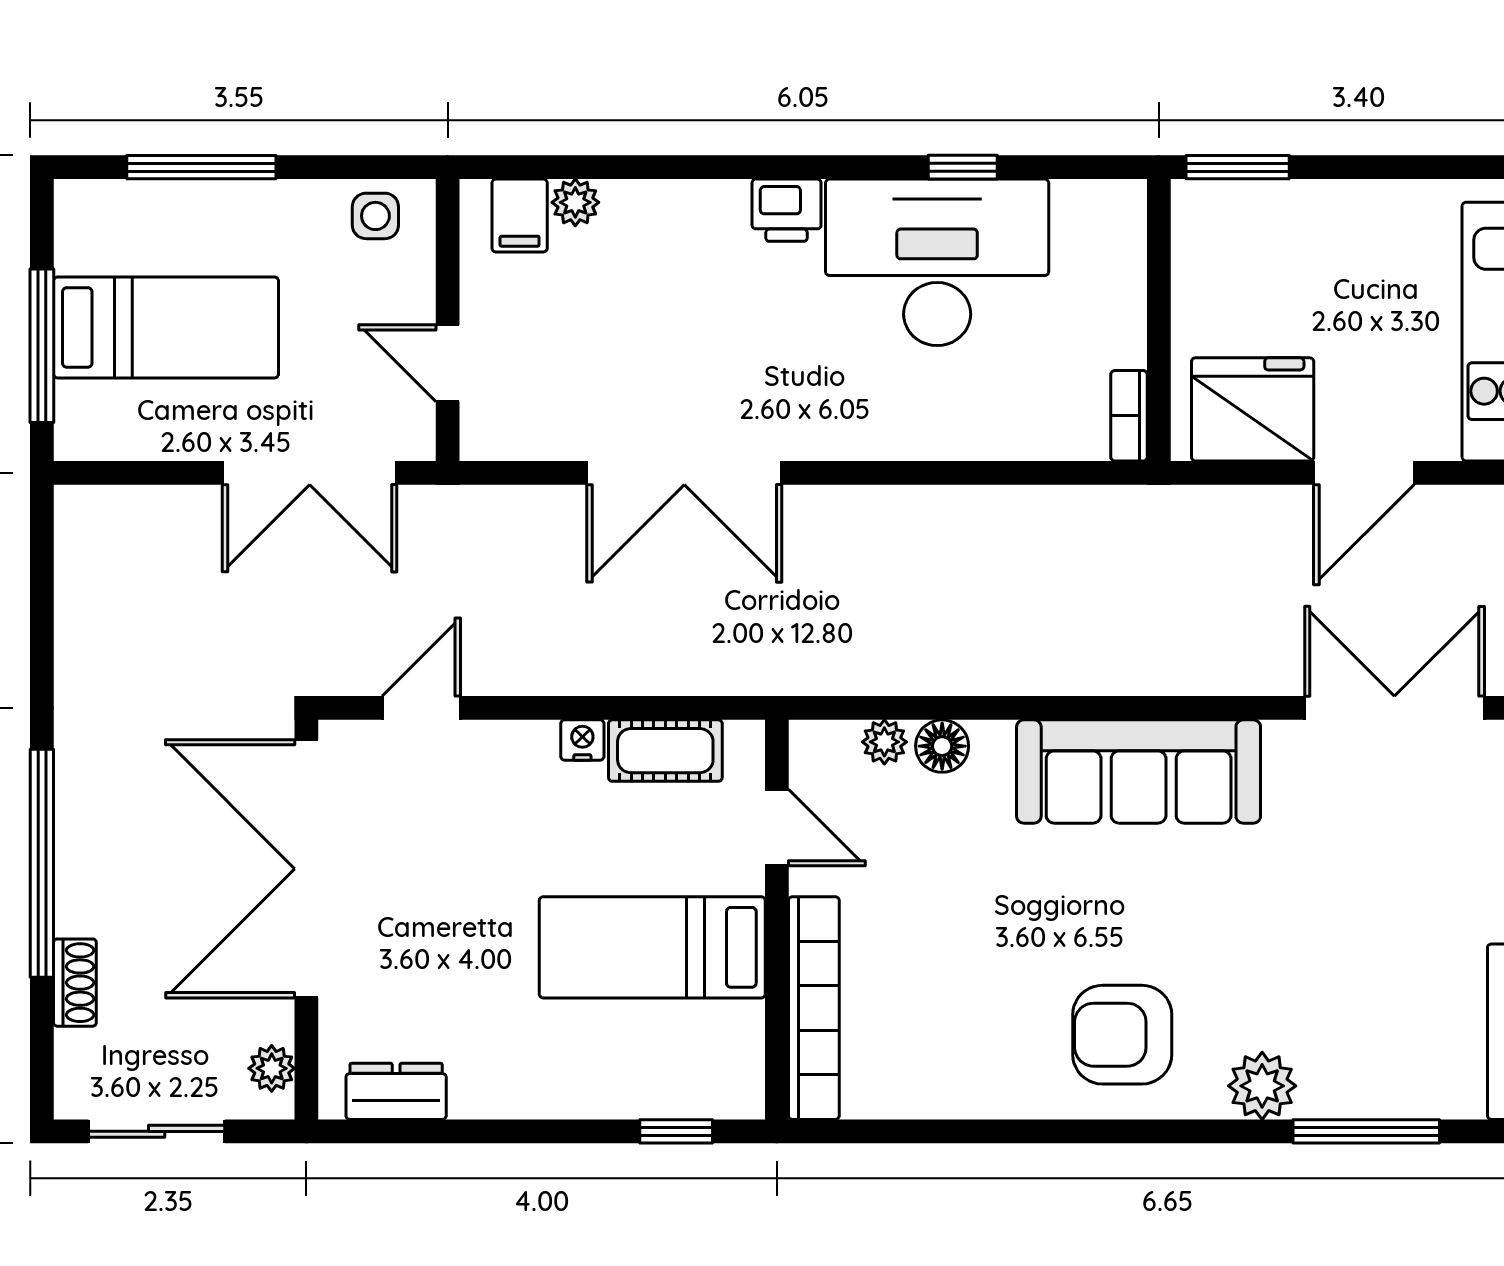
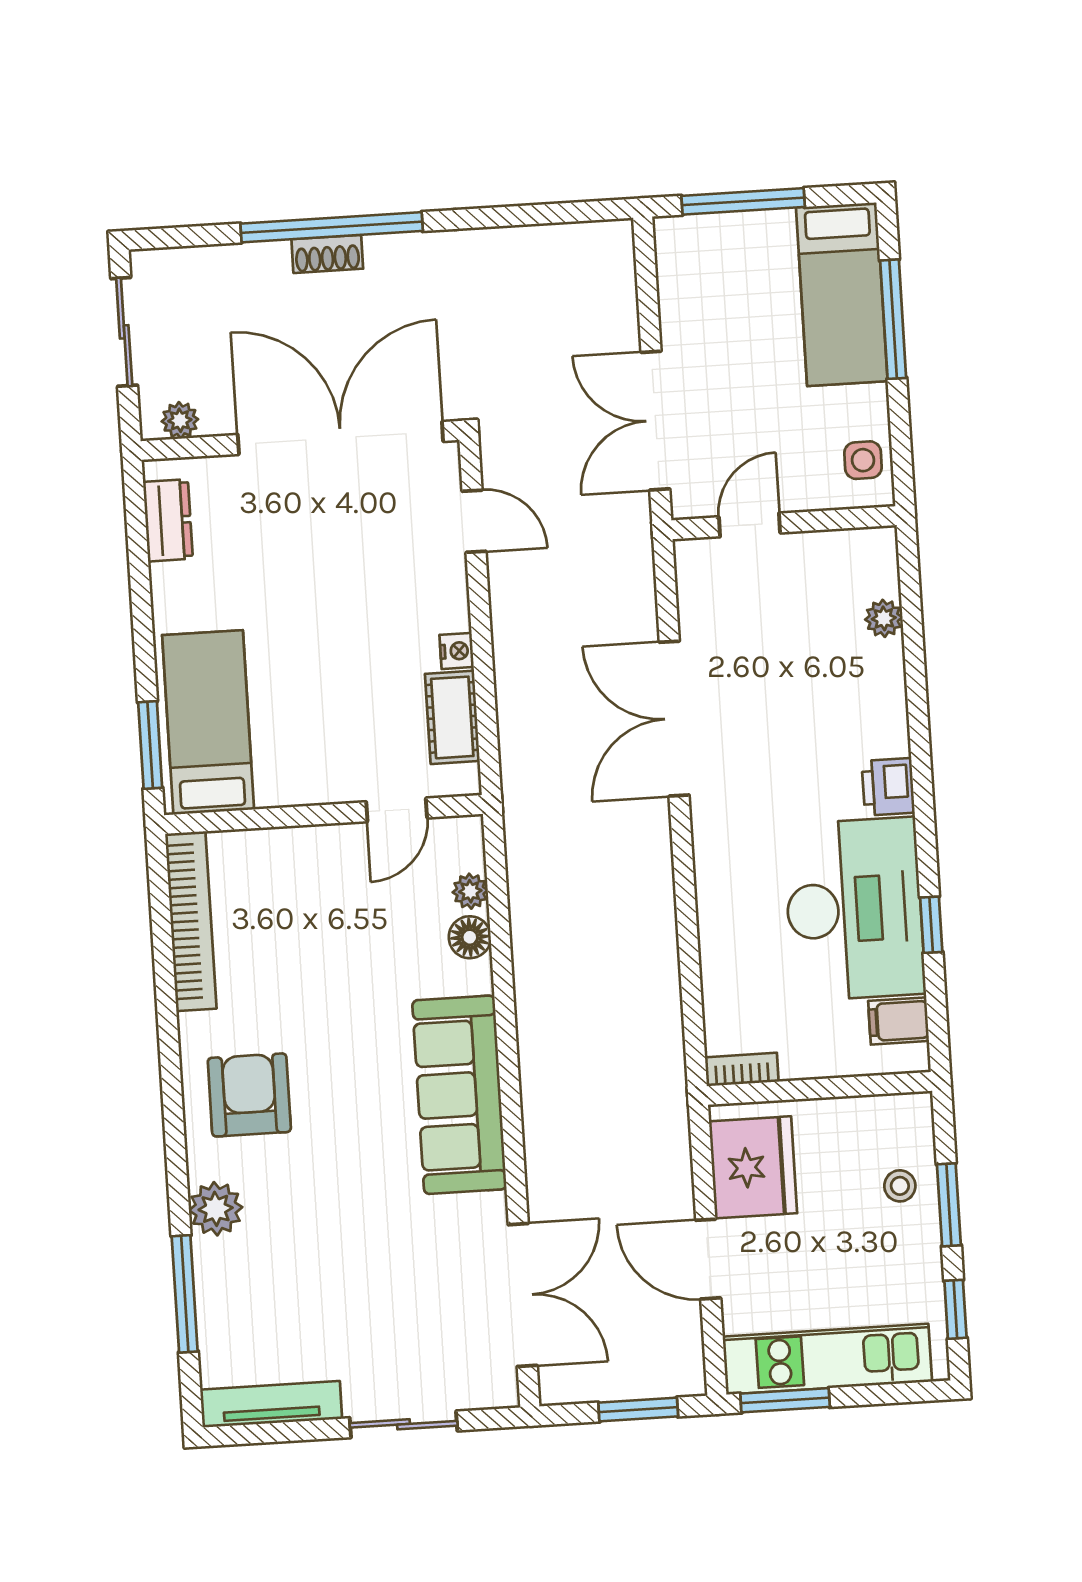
window: (1238, 167) -> (949, 1205), moved
window: (1446, 167) -> (955, 1309), added
filing cabinet: (520, 216) -> (899, 1021), moved
stool: (1287, 227) -> (900, 1186), added
bed: (166, 327) -> (842, 294), moved
bed: (652, 947) -> (208, 722), moved
shoe rack: (75, 983) -> (327, 254), moved
bookcase: (814, 1008) -> (191, 921), moved, turned -90
window: (676, 1131) -> (150, 745), width x1.50

